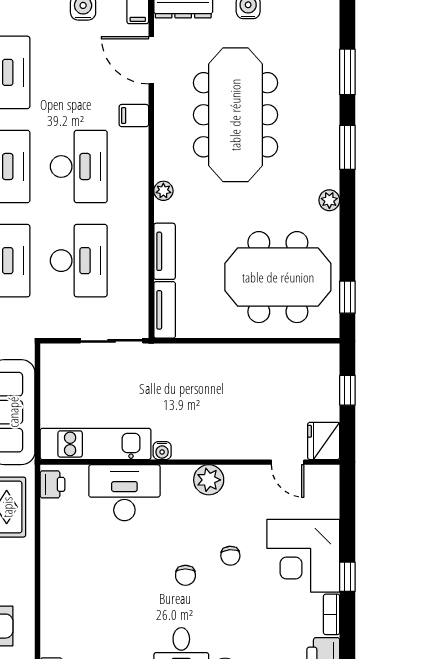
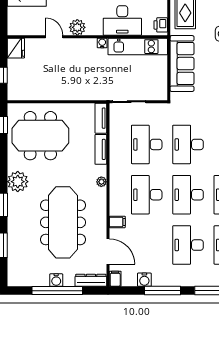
plant: (329, 200) -> (18, 182), width x1.87, depth x1.87
door: (288, 462) -> (54, 37), moved

